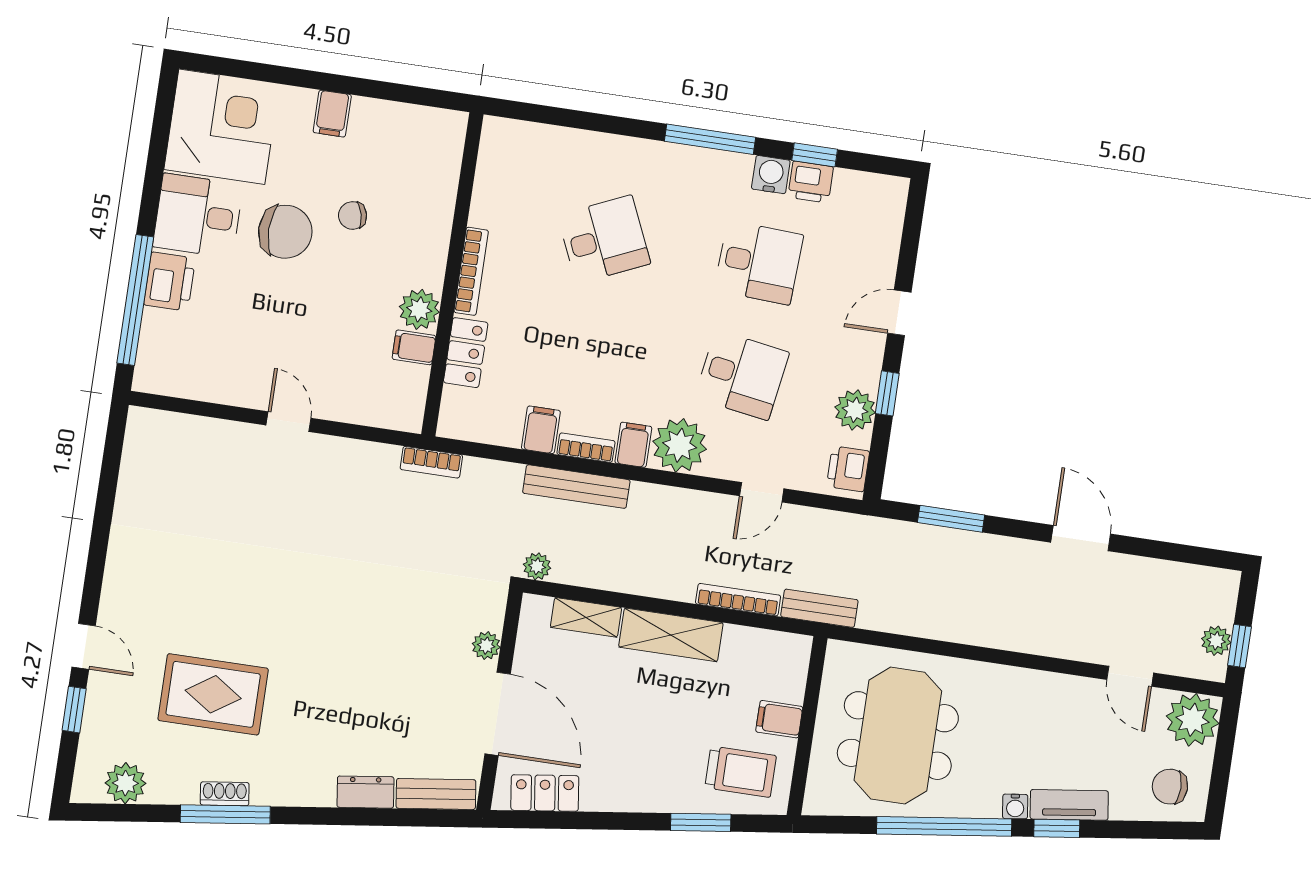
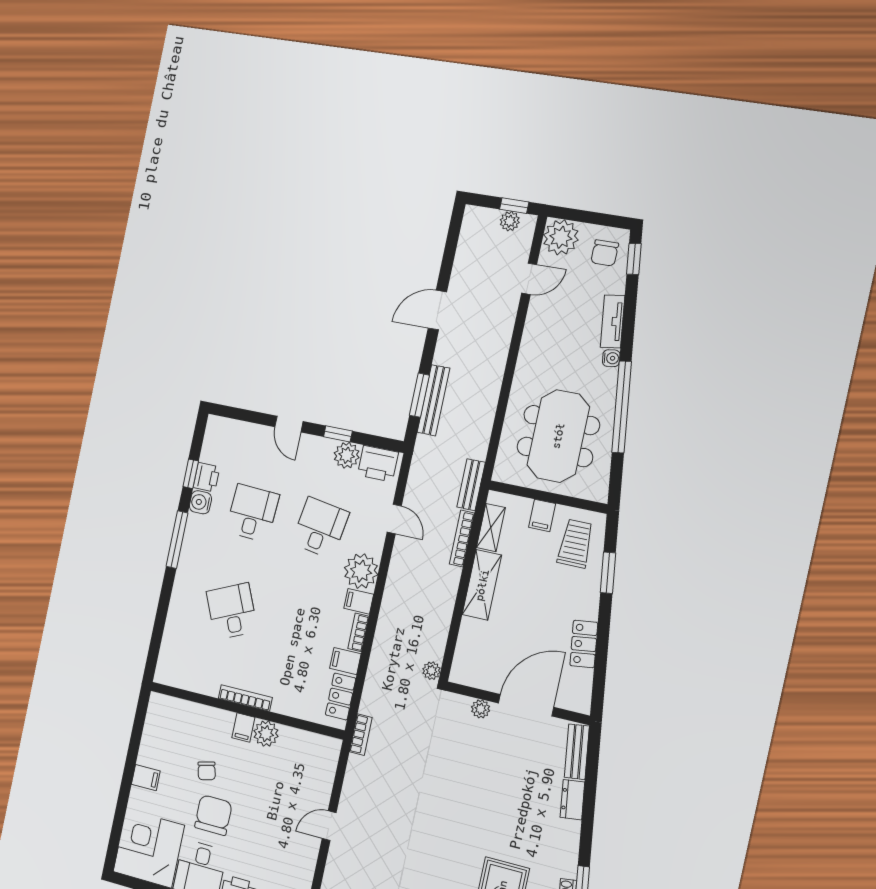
filing cabinet: (414, 347) -> (243, 728), moved
locker: (466, 353) -> (341, 697), moved, turned -90
printer: (848, 469) -> (378, 464), width x1.36, depth x1.24
bench: (576, 487) -> (434, 400), moved
shelving: (586, 617) -> (491, 528), moved
meeting table: (898, 736) -> (558, 436), turned 90
locker: (545, 793) -> (584, 644), moved
window: (1057, 828) -> (634, 259), moved

